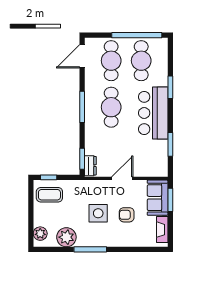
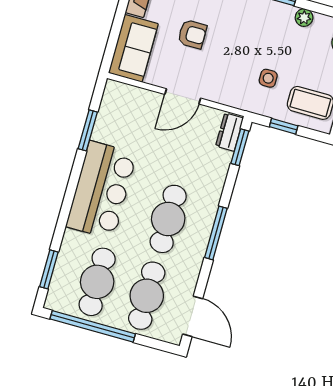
door: (82, 56) -> (193, 316), hinge flipped
window: (170, 87) -> (49, 269), moved
window: (49, 177) -> (284, 126), moved
window: (170, 200) -> (113, 39), removed
side table: (98, 213) -> (268, 78), moved, width x0.54, depth x0.54
plant: (66, 237) -> (304, 18), width x0.53, depth x0.53

